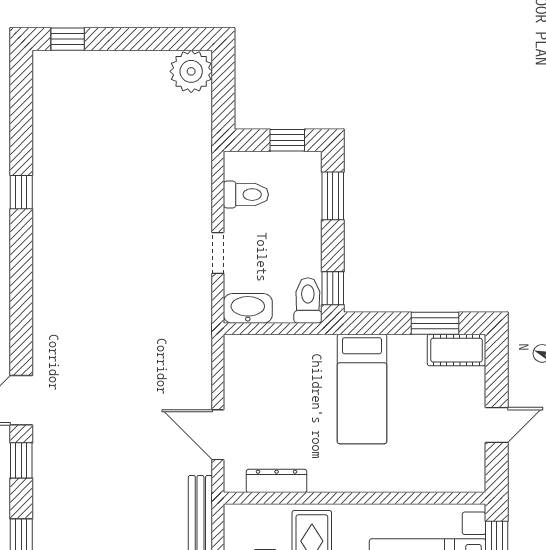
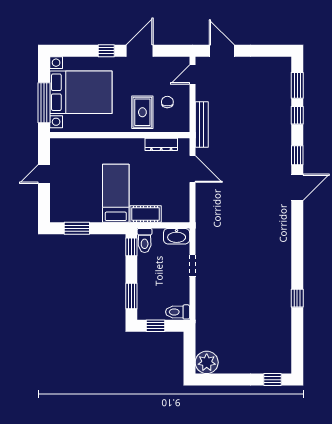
toilet: (246, 195) -> (178, 312), moved
cot: (457, 350) -> (146, 214), moved

